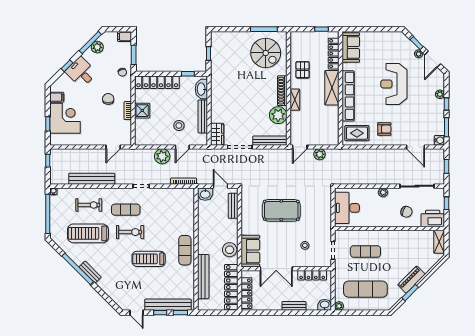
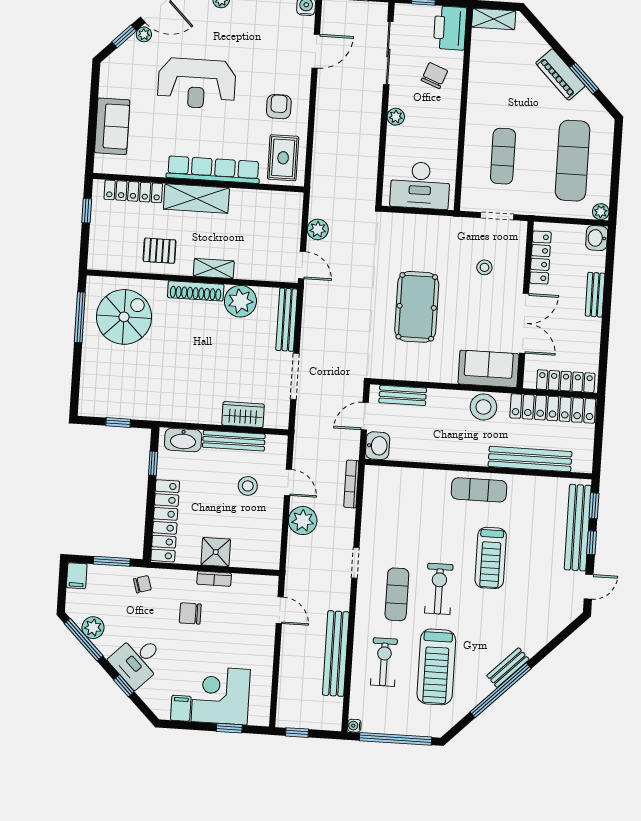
sofa: (351, 47) -> (112, 126), moved, turned 90
wardrobe: (217, 134) -> (243, 415), moved

